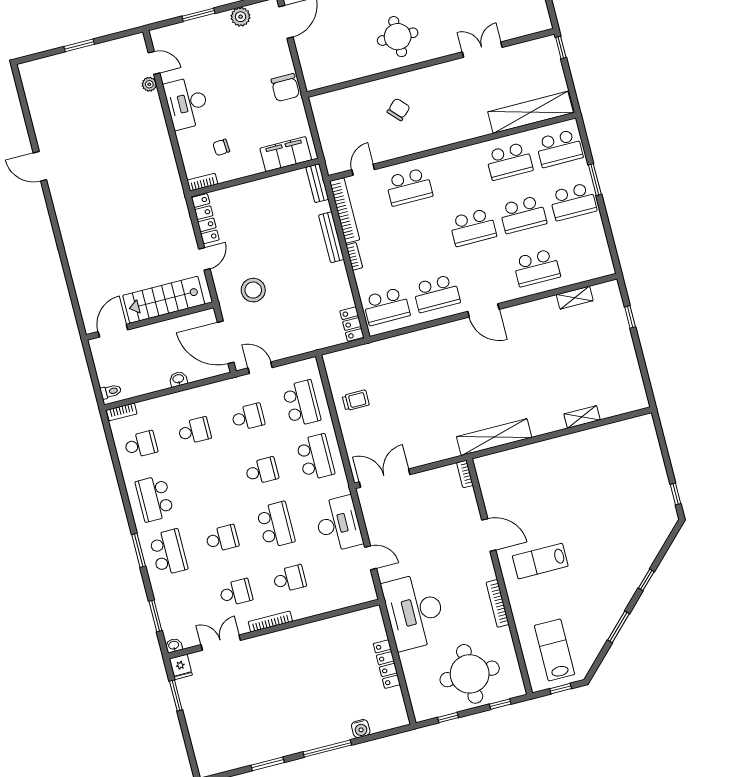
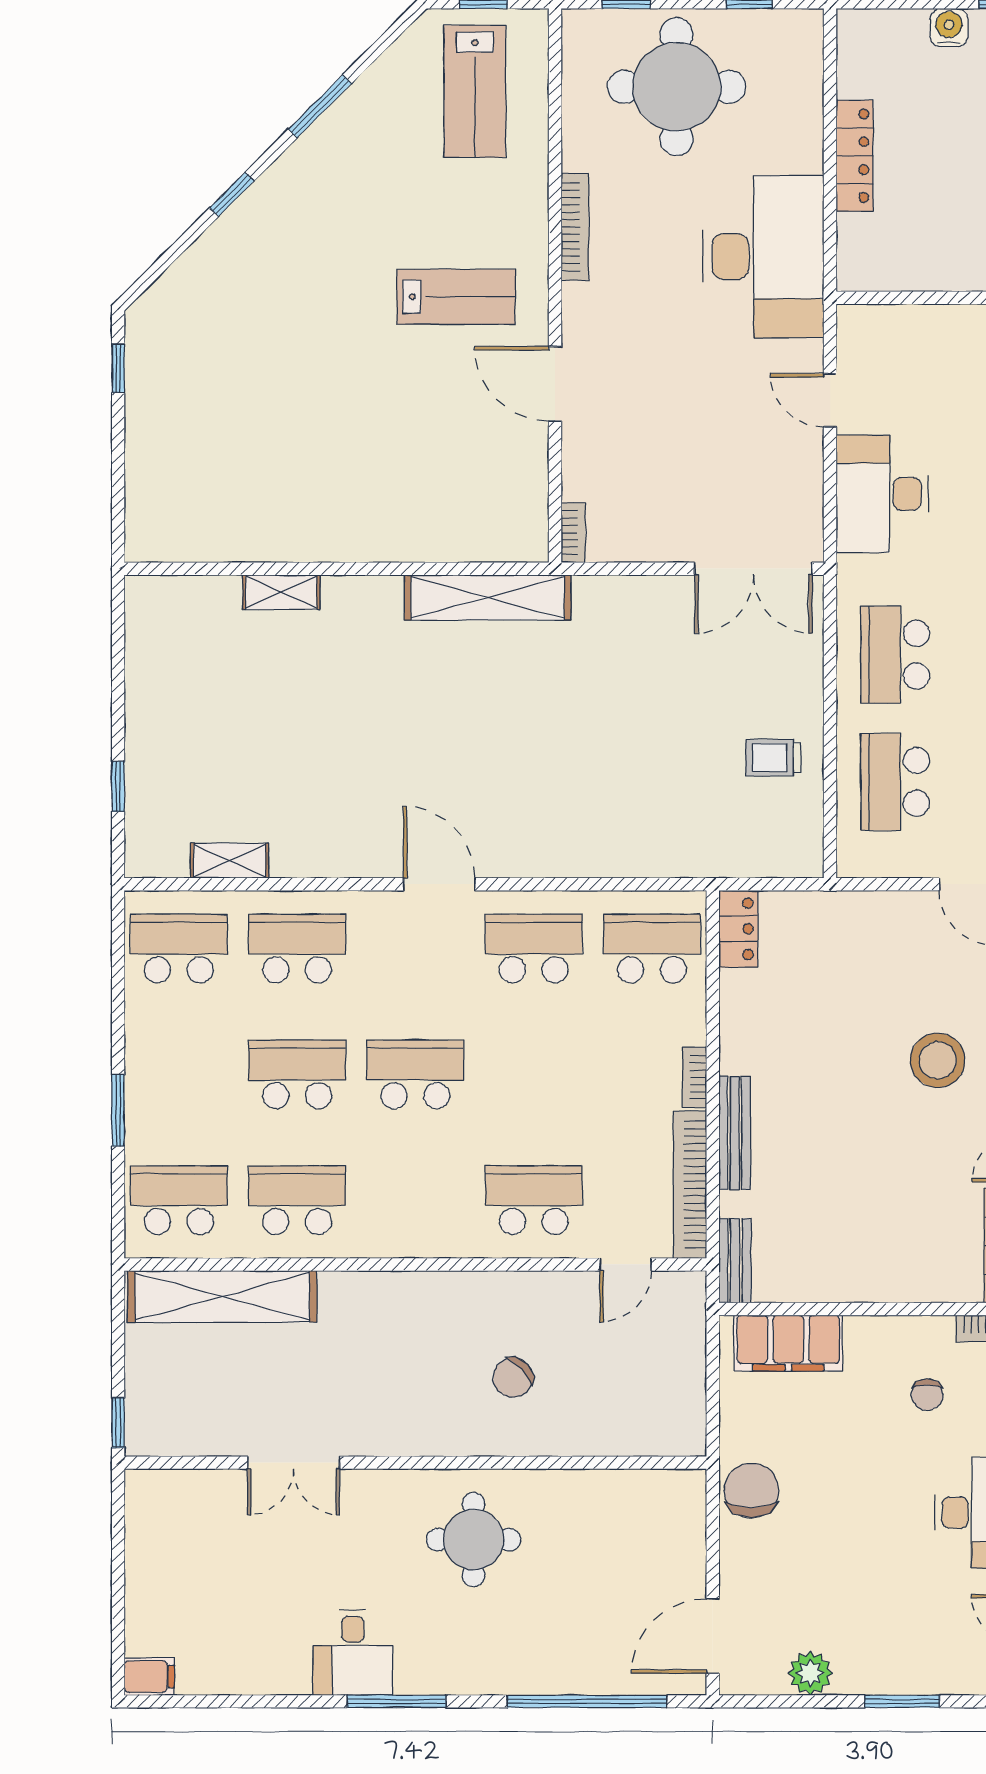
chair: (221, 147) -> (927, 1395), turned 94
school desk: (573, 202) -> (179, 949), moved

